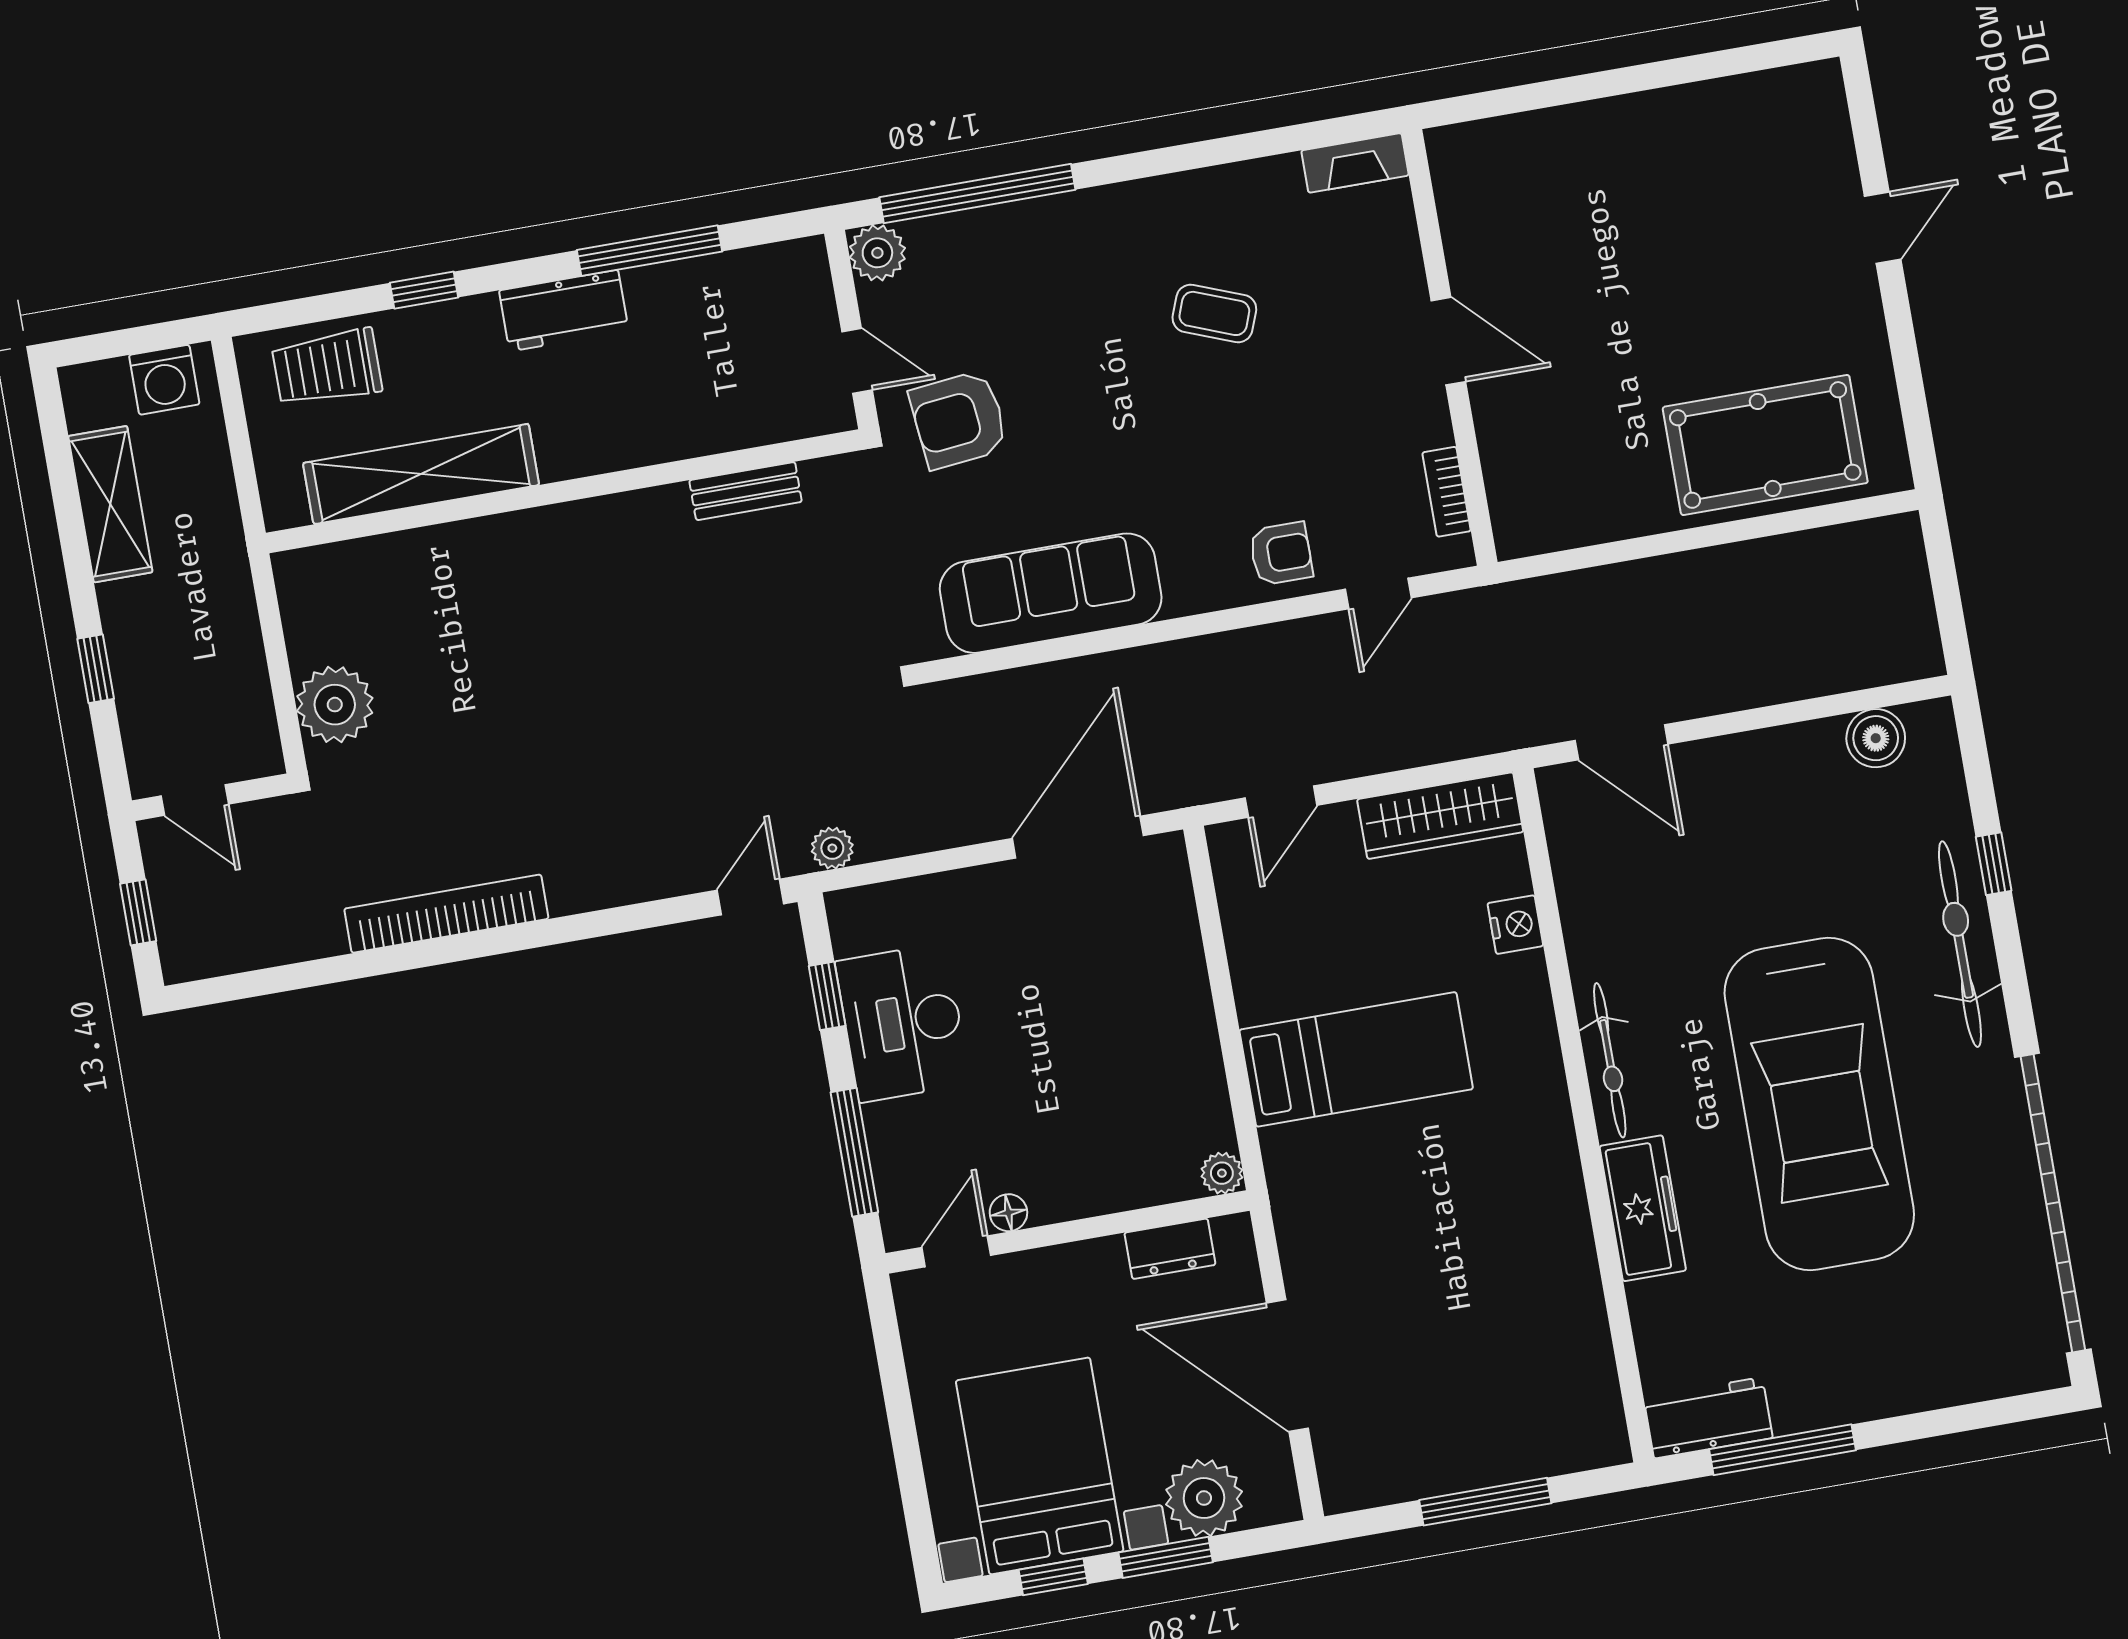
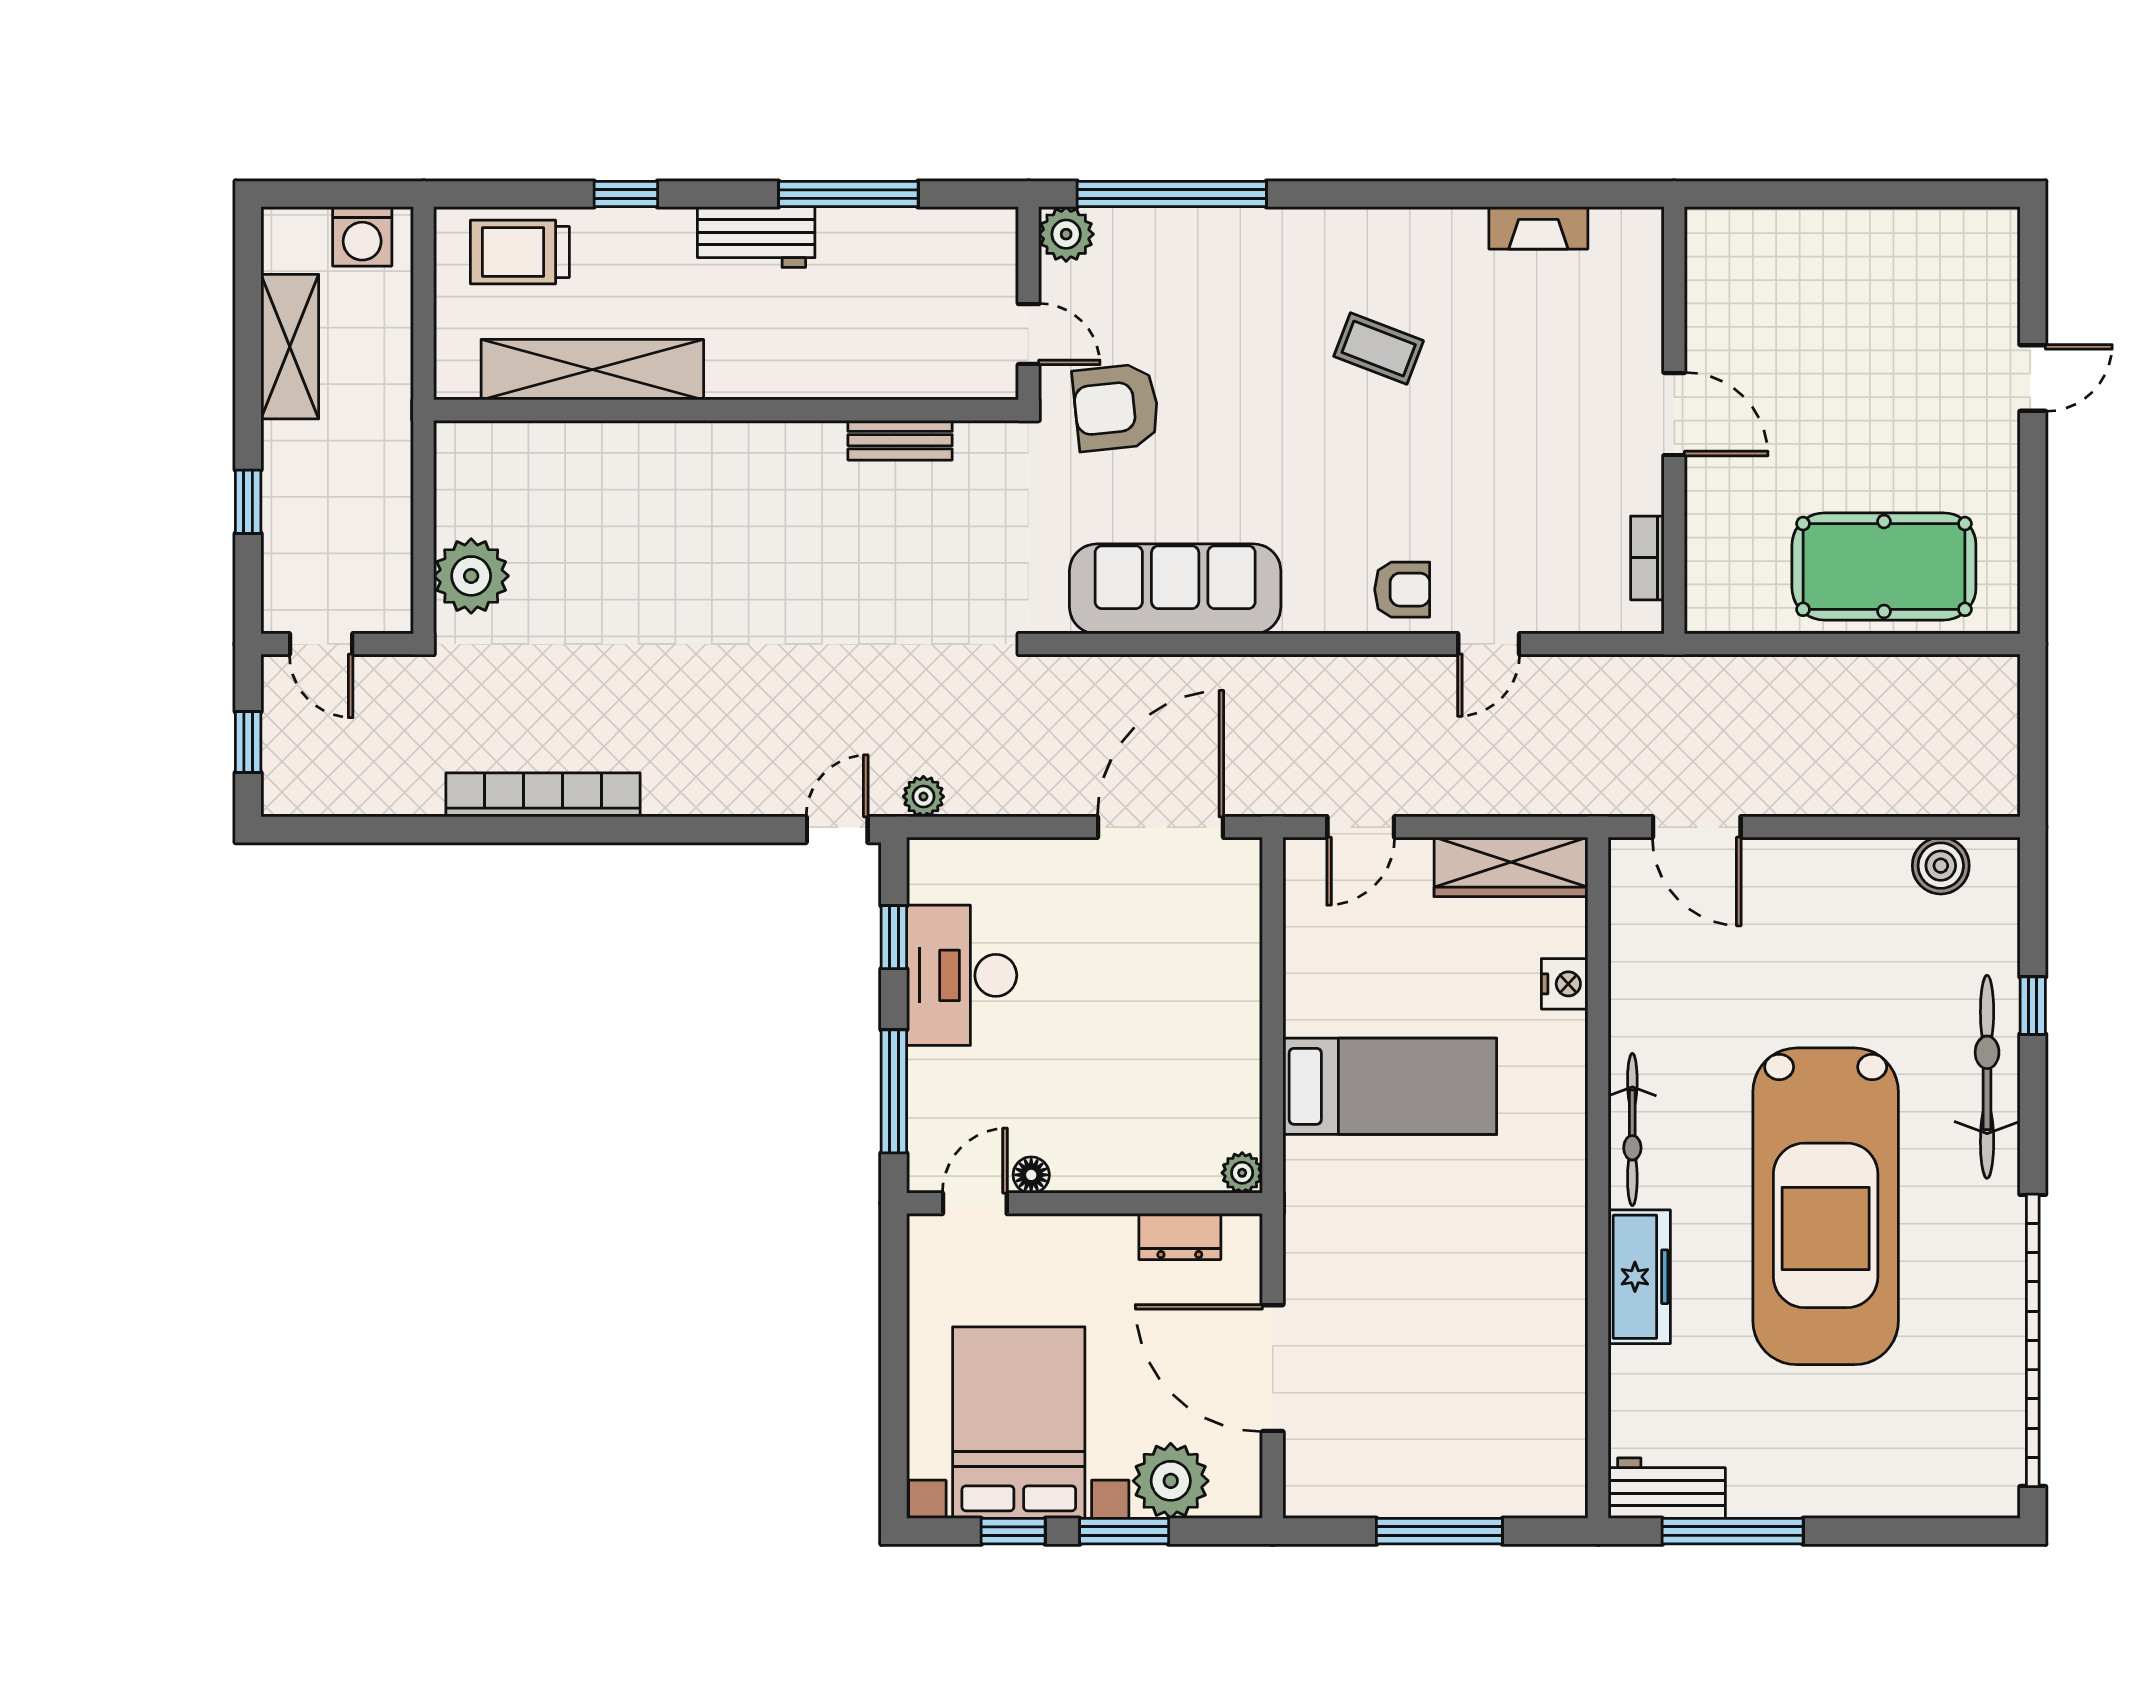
door: (1448, 341) -> (1674, 414), moved
wall: (1449, 347) -> (1674, 420), moved
bookcase: (1447, 492) -> (1647, 558), moved

